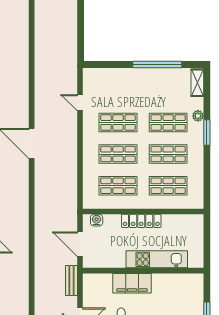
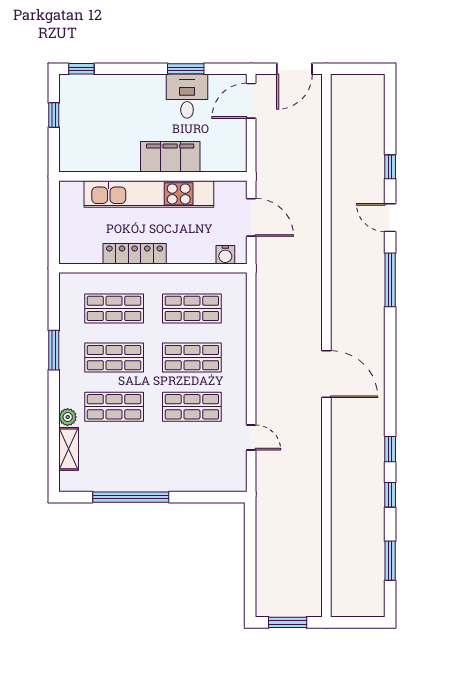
shelving: (197, 83) -> (69, 449), moved
window: (207, 132) -> (54, 350), moved
locker: (141, 221) -> (135, 254), moved
kitchen unit: (157, 259) -> (149, 194), width x1.36
bench: (71, 281) -> (264, 161), removed

